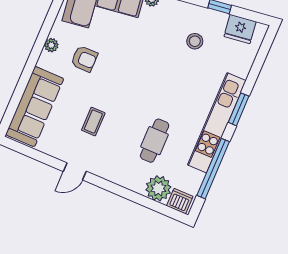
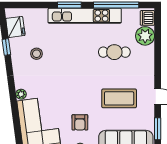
armchair: (84, 59) -> (80, 122), turned 180
coffee table: (93, 122) -> (119, 98), width x1.86, depth x1.72
window: (34, 154) -> (158, 129), added

